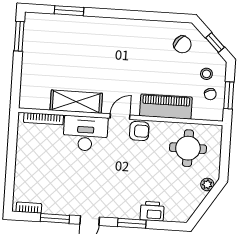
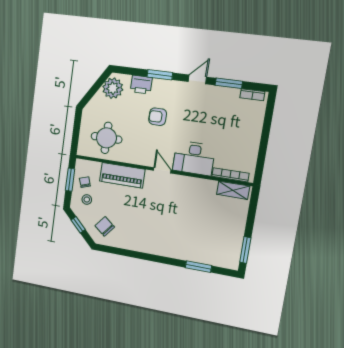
shelving: (76, 102) -> (233, 190), moved, width x0.67, depth x0.75
door: (120, 117) -> (162, 170), swing flipped
armchair: (139, 131) -> (158, 117), moved
plant: (207, 184) -> (113, 88), moved, width x1.87, depth x1.87

